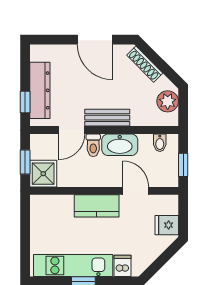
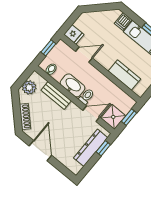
bench: (107, 118) -> (56, 96), moved
shower: (43, 174) -> (113, 117), moved
door: (136, 191) -> (84, 55), swing flipped
kitchen counter: (97, 206) -> (124, 75), moved
fridge: (167, 225) -> (74, 34), moved

